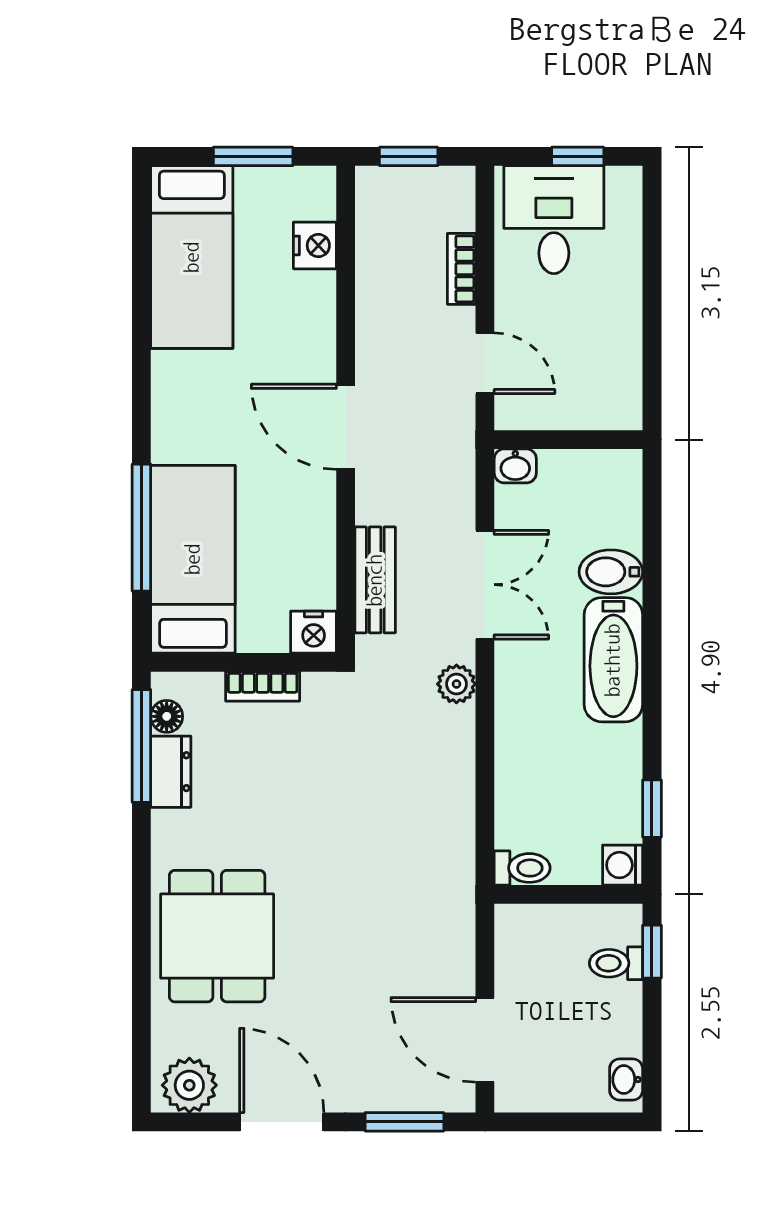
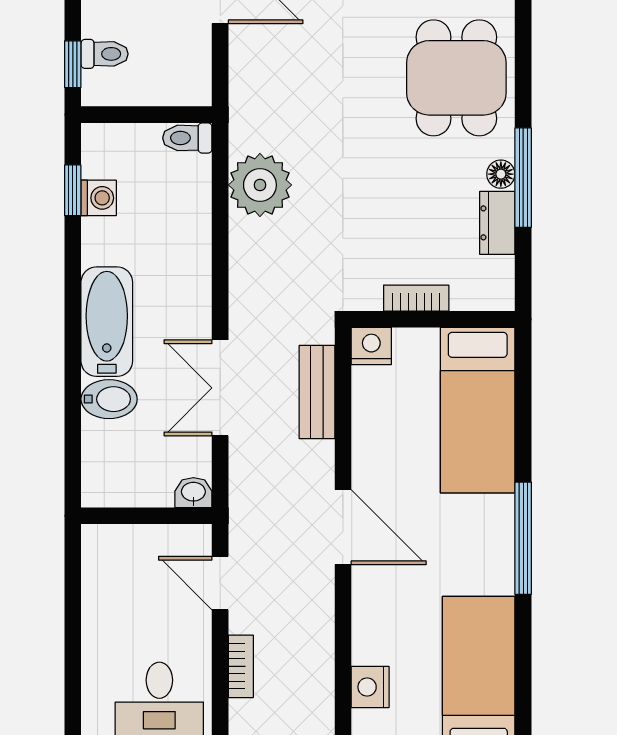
window: (141, 528) -> (523, 538), moved
plant: (456, 684) -> (260, 185), moved, width x1.87, depth x1.87
floor lamp: (167, 716) -> (501, 174), moved
window: (141, 746) -> (523, 178), moved
washing machine: (623, 865) -> (99, 198), moved

